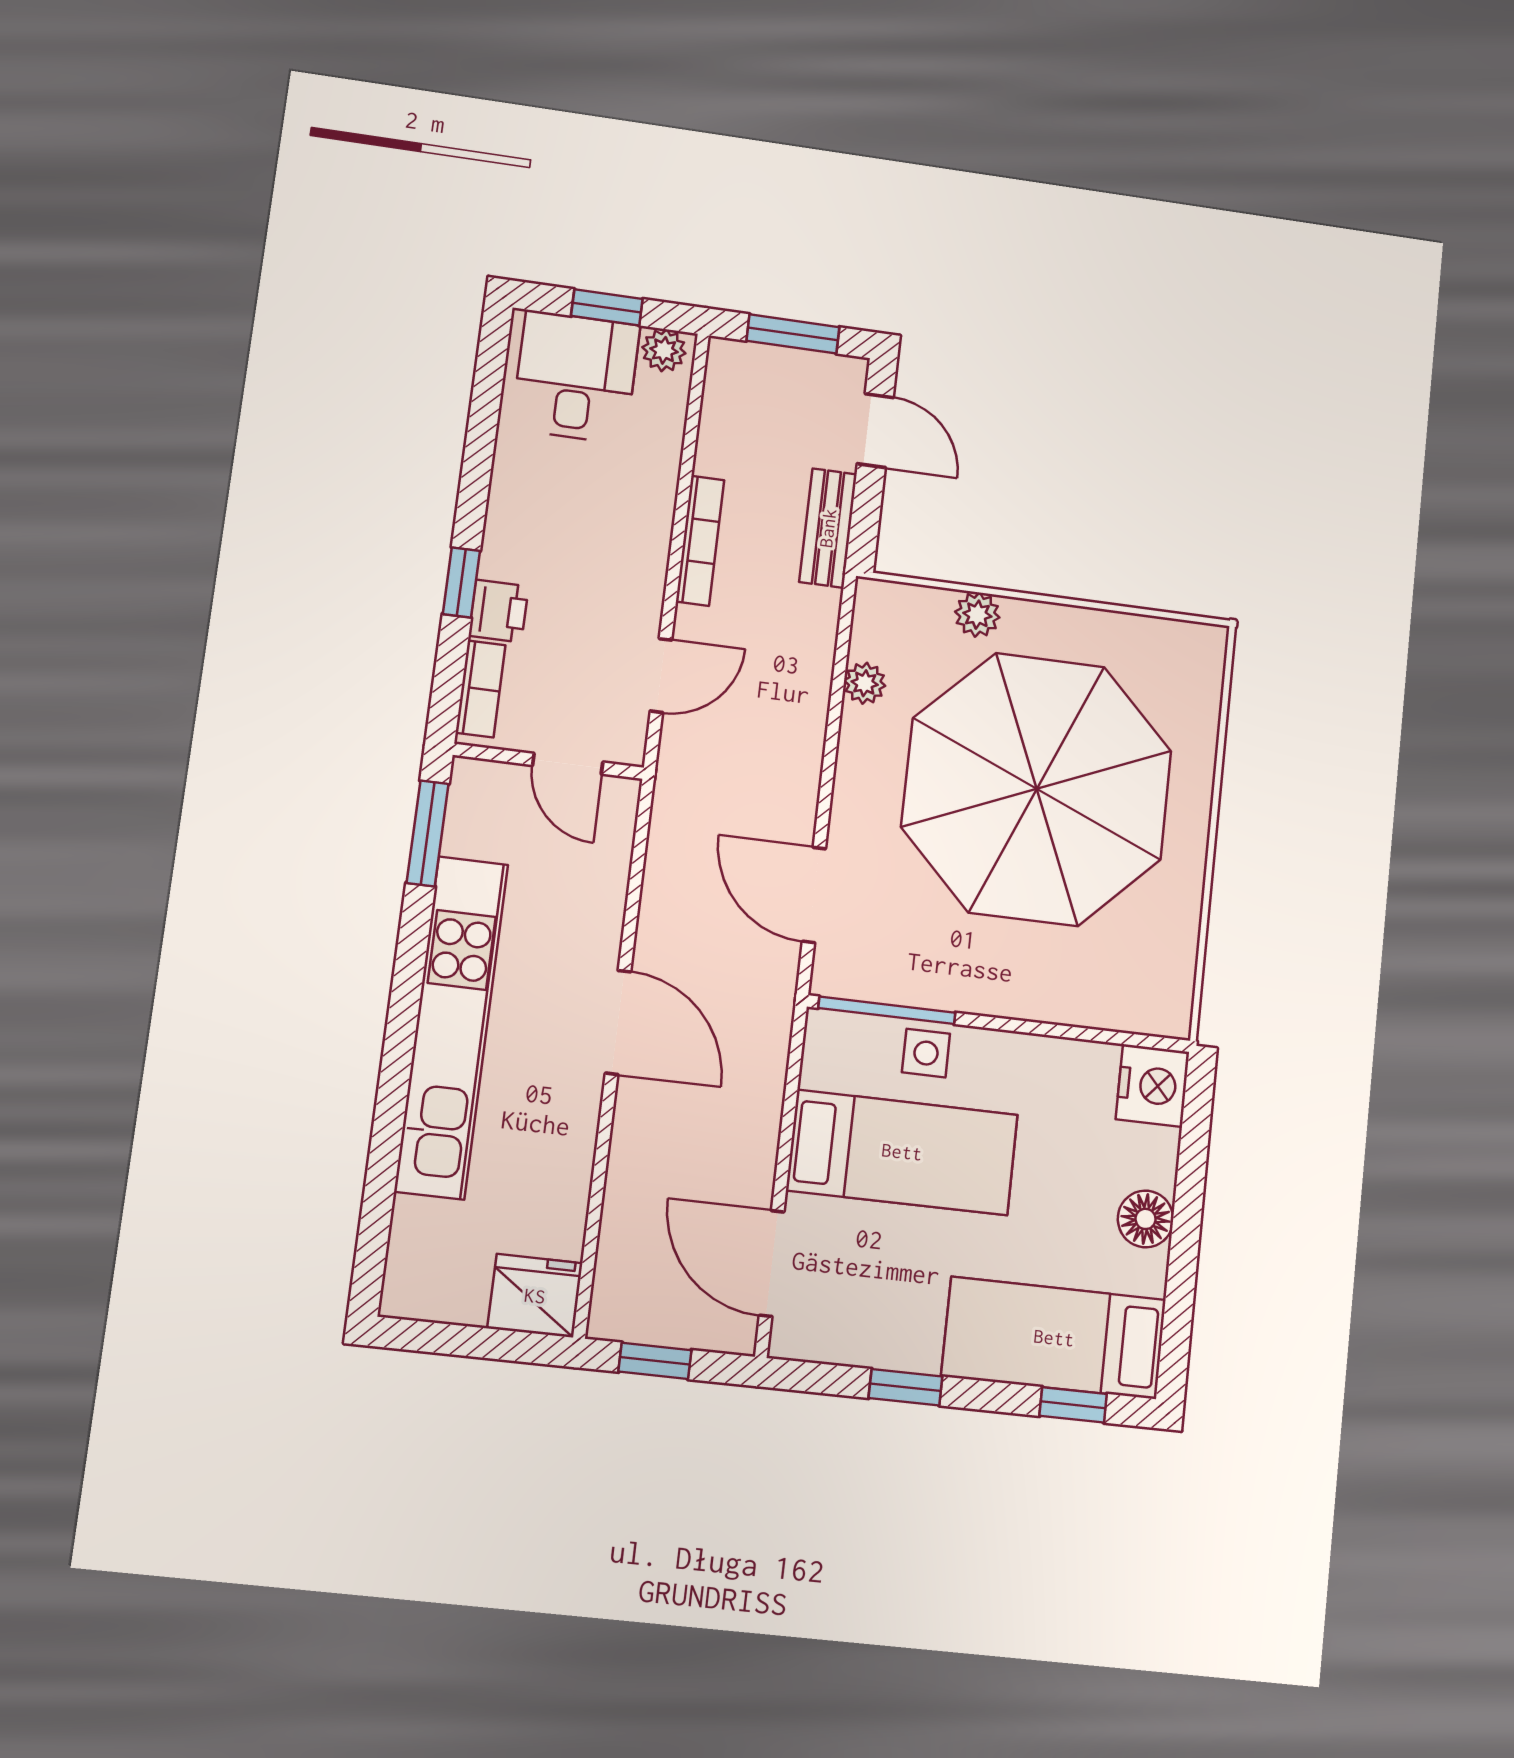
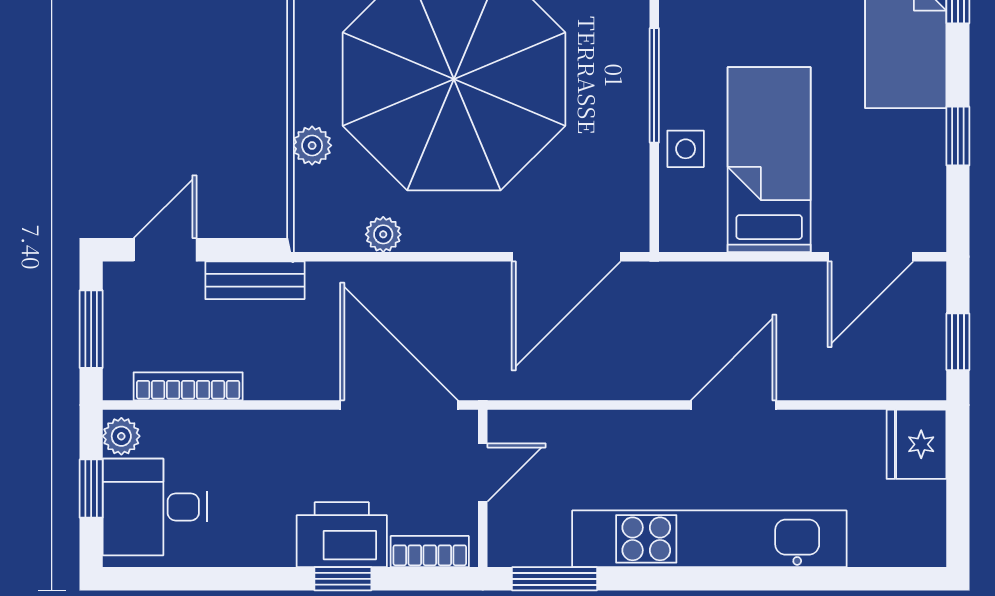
bookcase: (700, 541) -> (188, 386), moved
printer: (499, 611) -> (342, 535), width x1.87, depth x1.48
door: (661, 675) -> (399, 405), width x1.87
door: (814, 895) -> (566, 257), width x1.36
window: (887, 1010) -> (654, 85), moved
door: (618, 1022) -> (734, 405), moved

